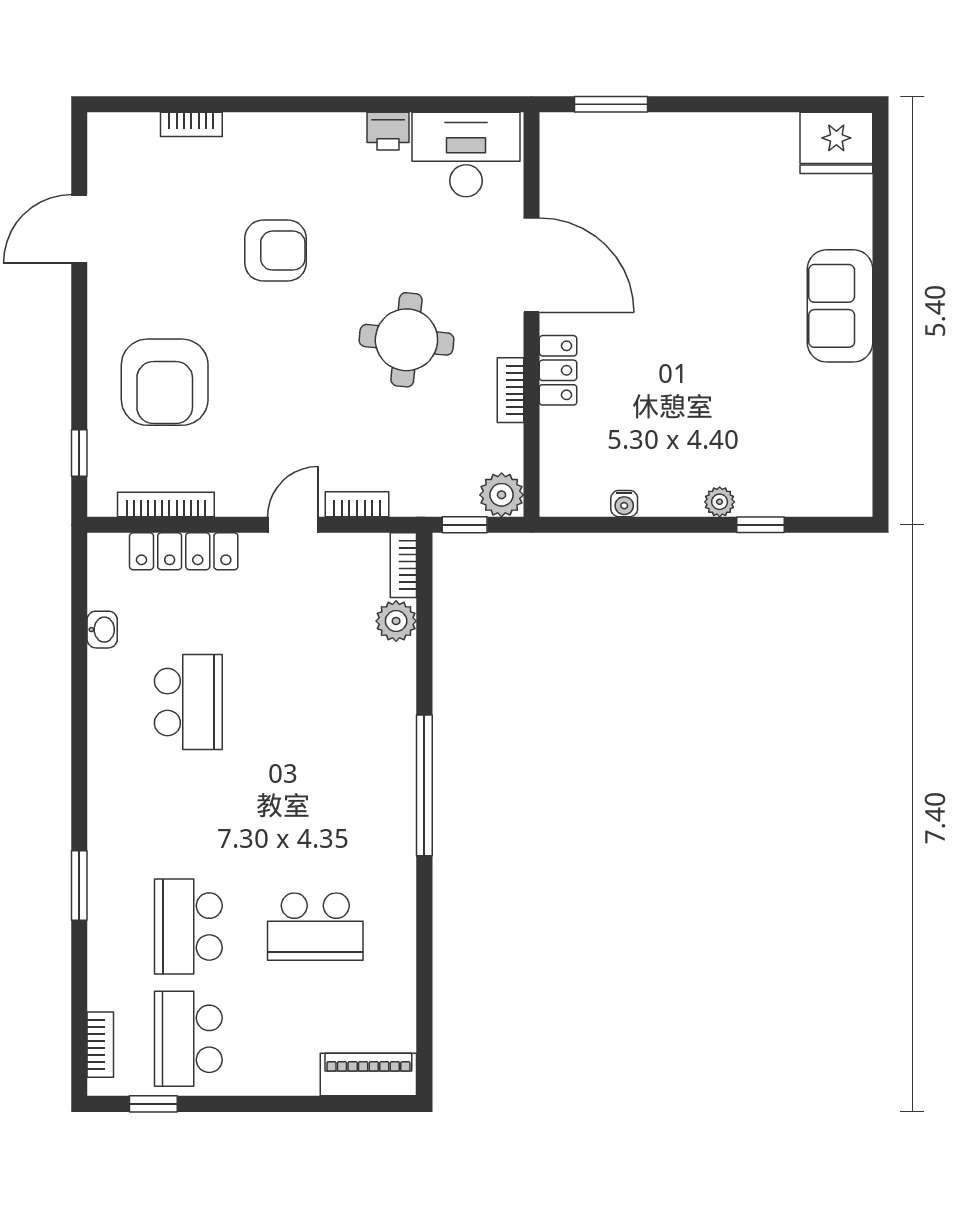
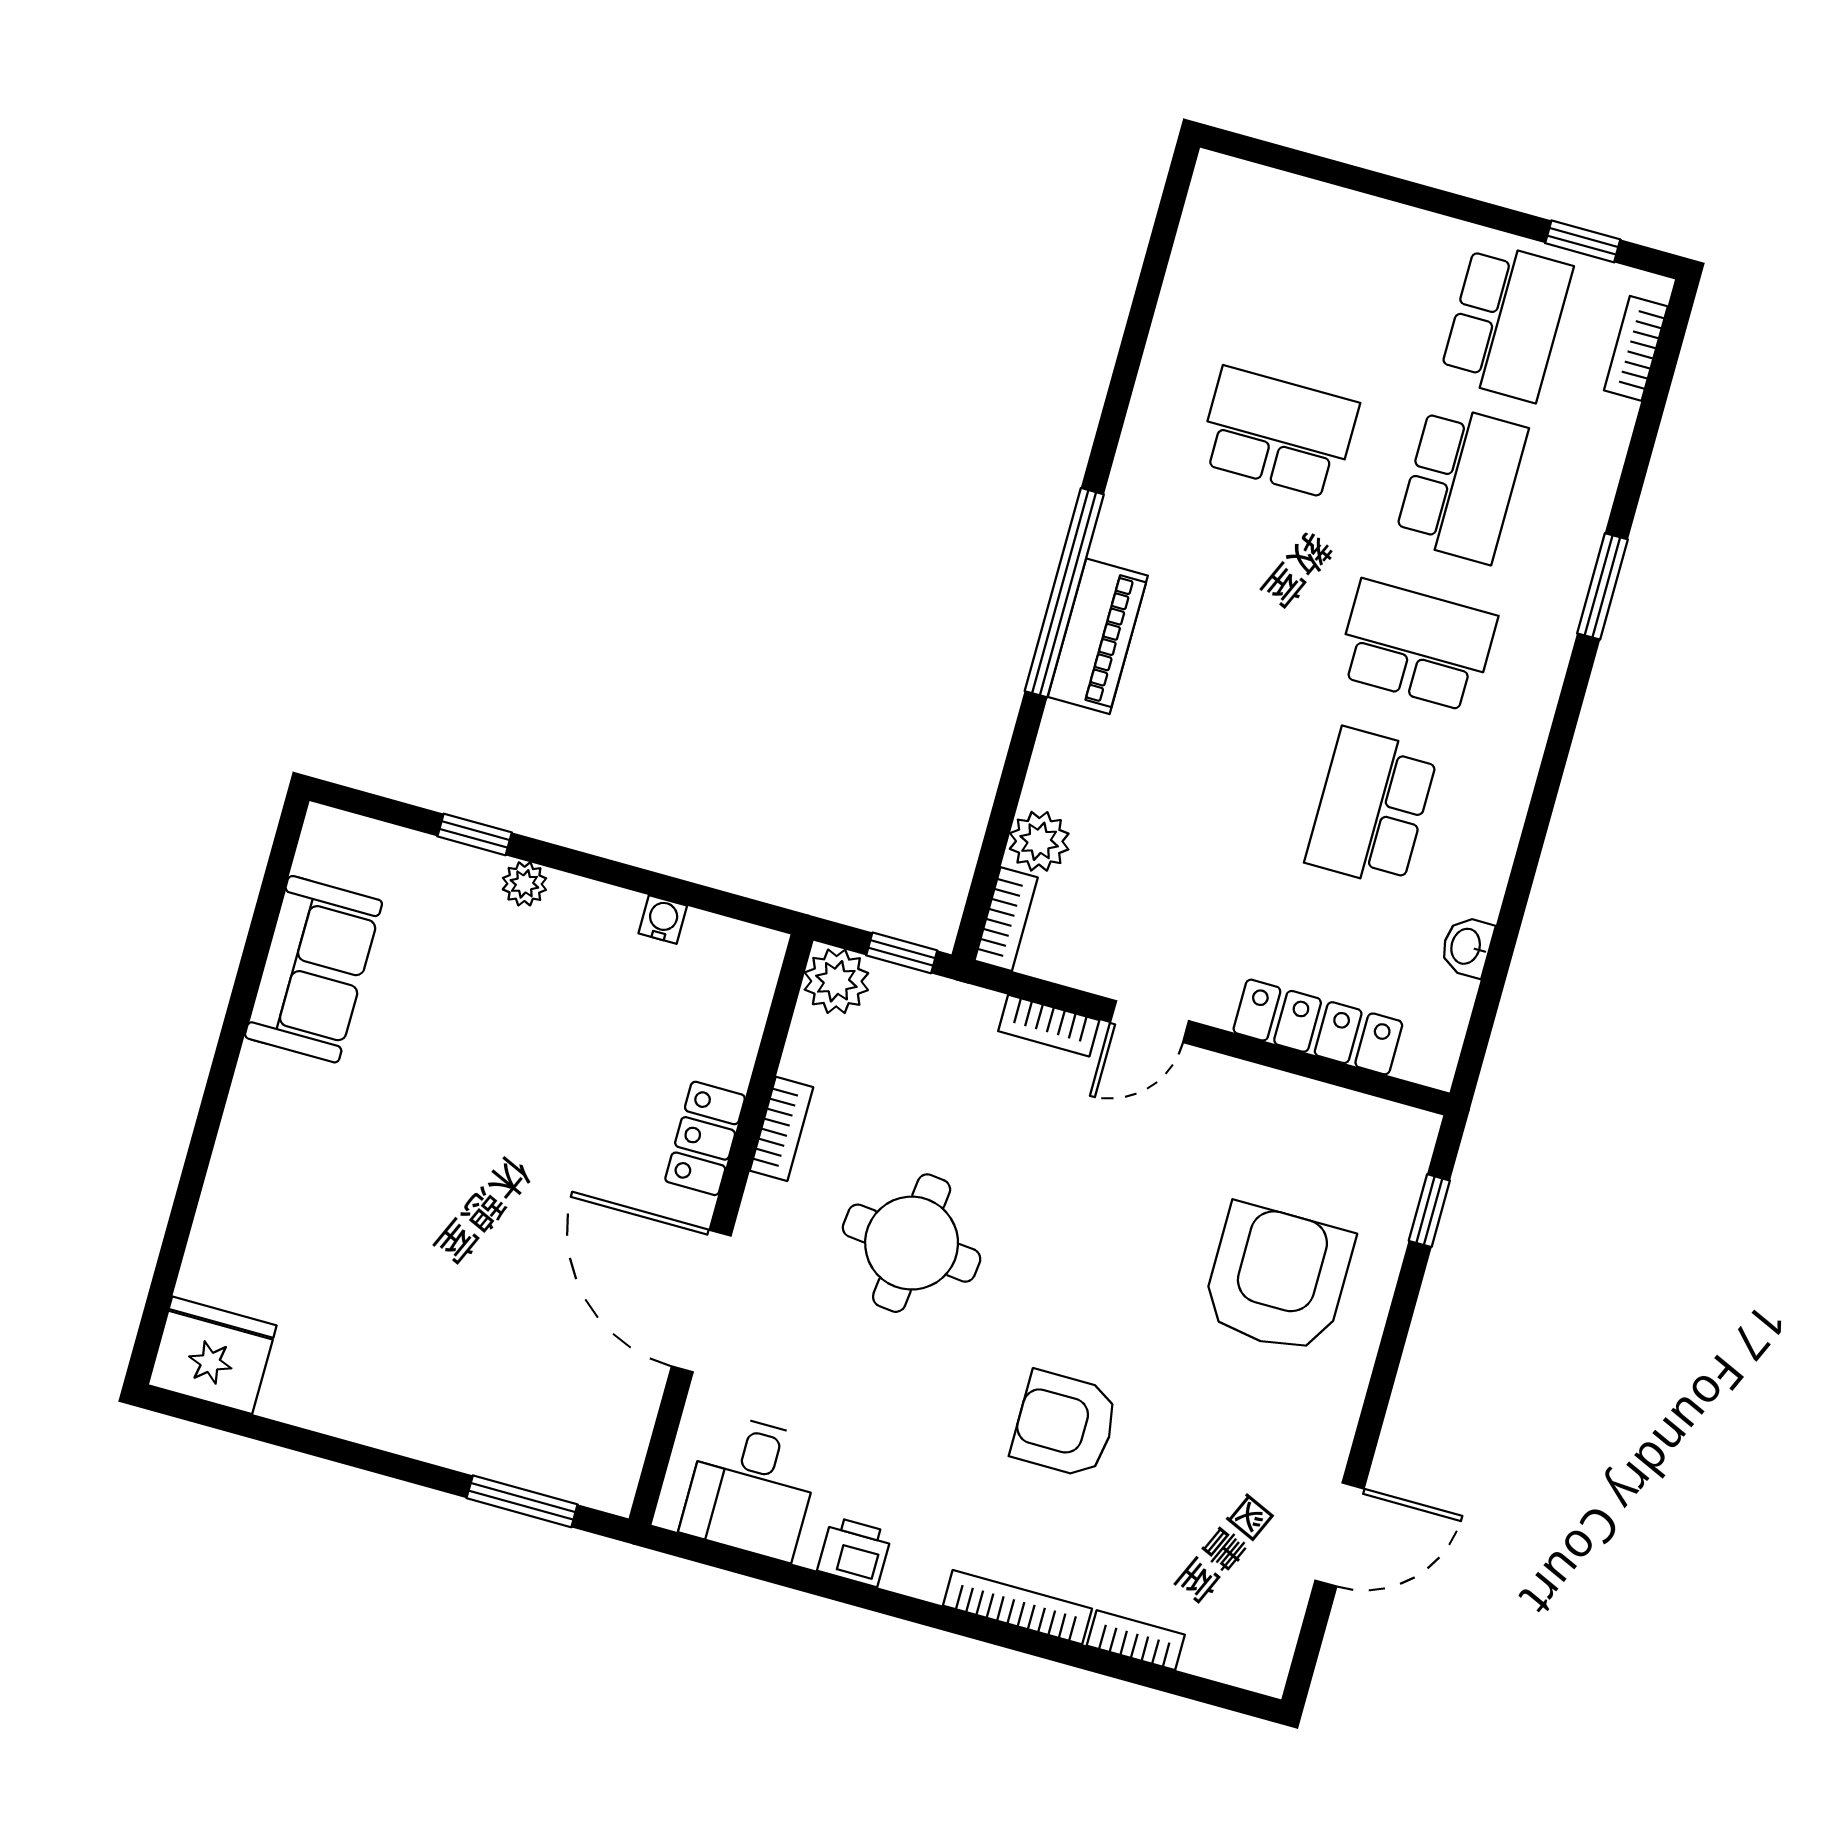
desk: (466, 155) -> (751, 1487), width x0.73
sofa: (840, 306) -> (313, 969), moved
bookcase: (166, 504) -> (1017, 1607), moved, turned 180
school desk: (188, 814) -> (1416, 645), added
piano: (368, 1074) -> (1098, 636), moved, turned -90

